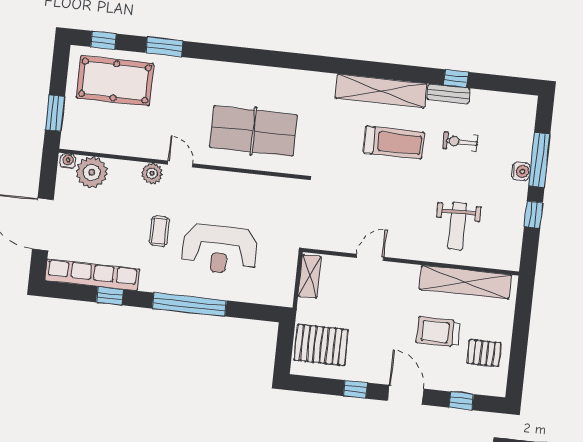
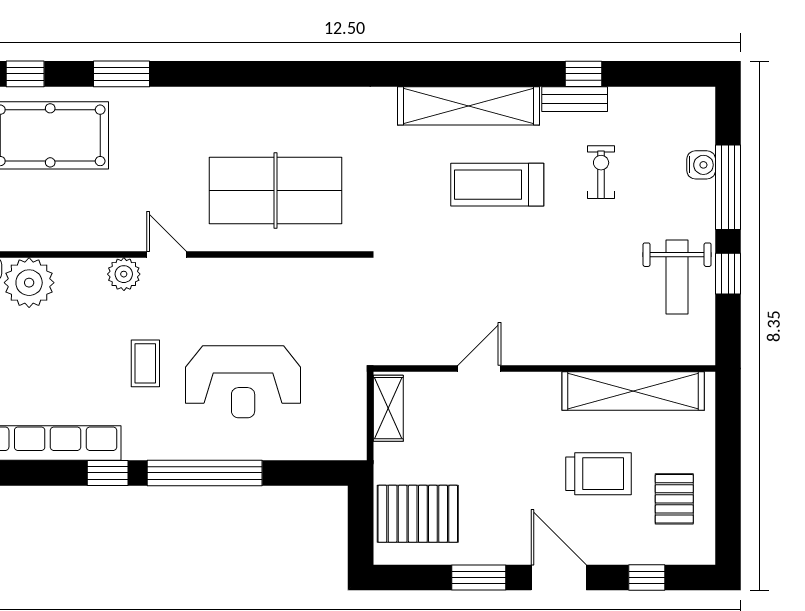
exercise bike: (460, 142) -> (601, 172), turned 90
treadmill: (394, 143) -> (497, 185), turned 180
water cooler: (521, 171) -> (701, 165), moved
weight bench: (457, 226) -> (677, 277), moved
window: (110, 296) -> (108, 473), moved
trolley: (438, 332) -> (598, 474), turned 180
pallet: (484, 353) -> (674, 499), turned 90
window: (355, 389) -> (479, 578), width x1.50

